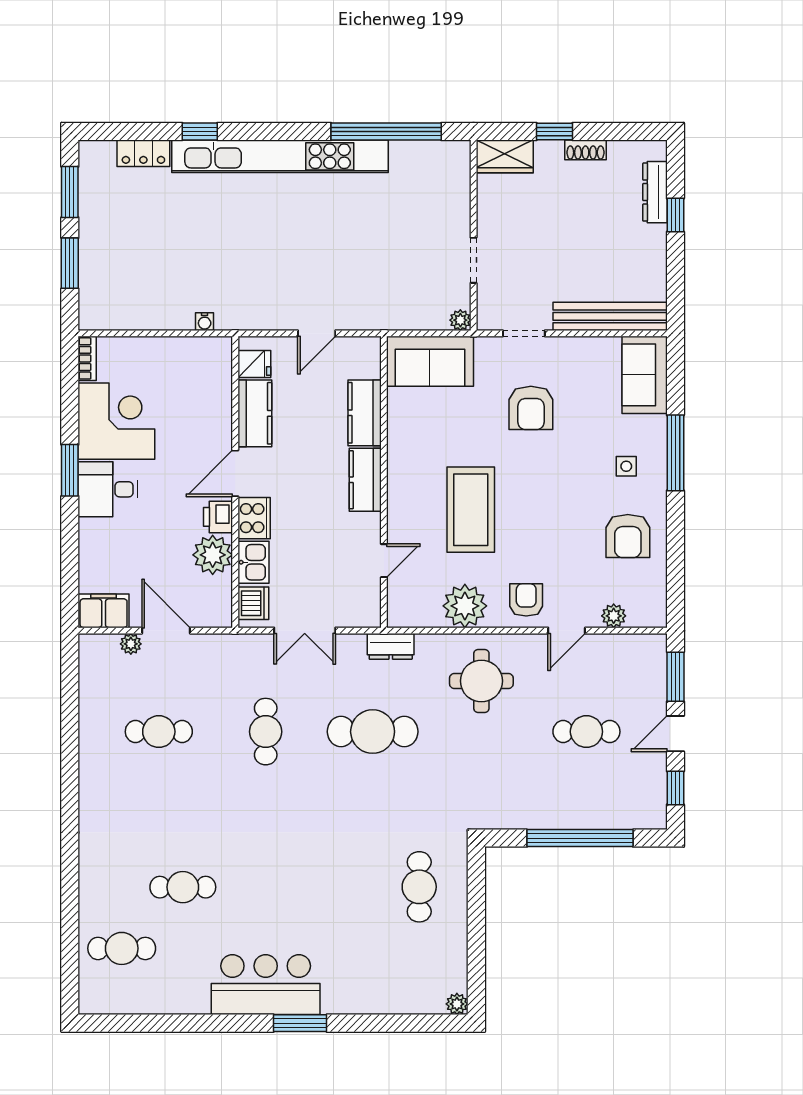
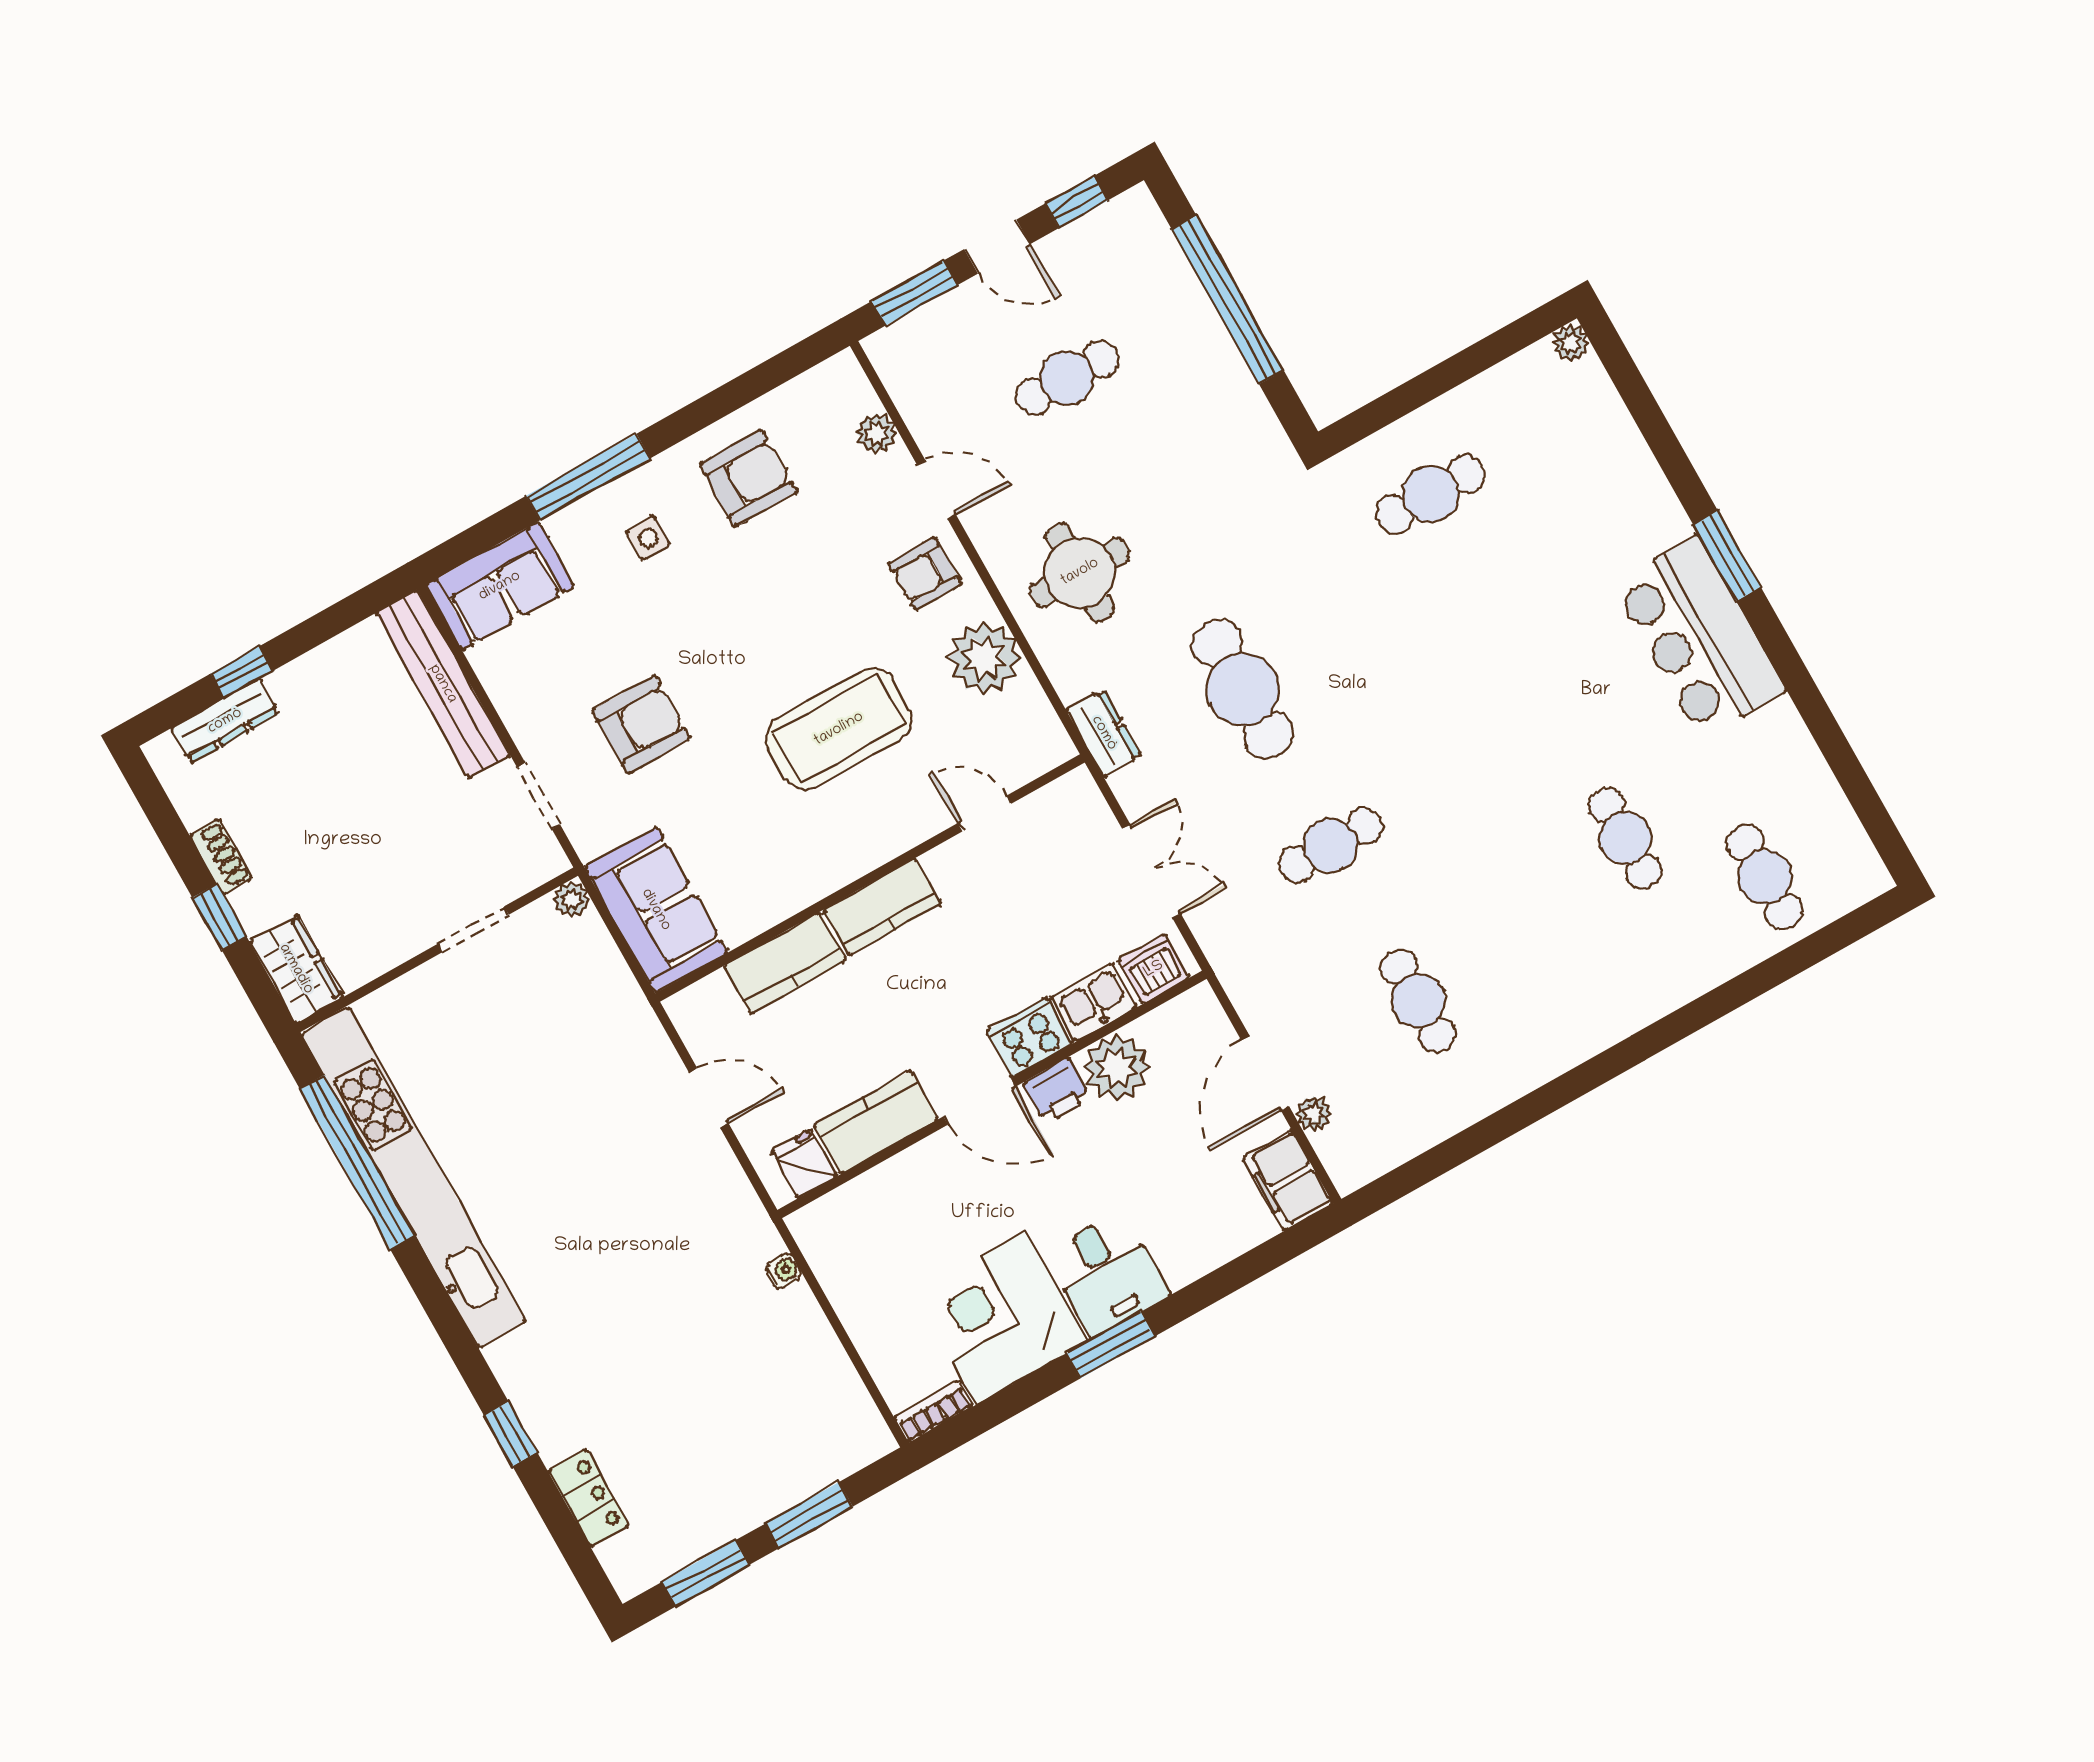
kitchen unit: (280, 156) -> (414, 1178), moved
cafe table: (586, 732) -> (1067, 378), turned 90

